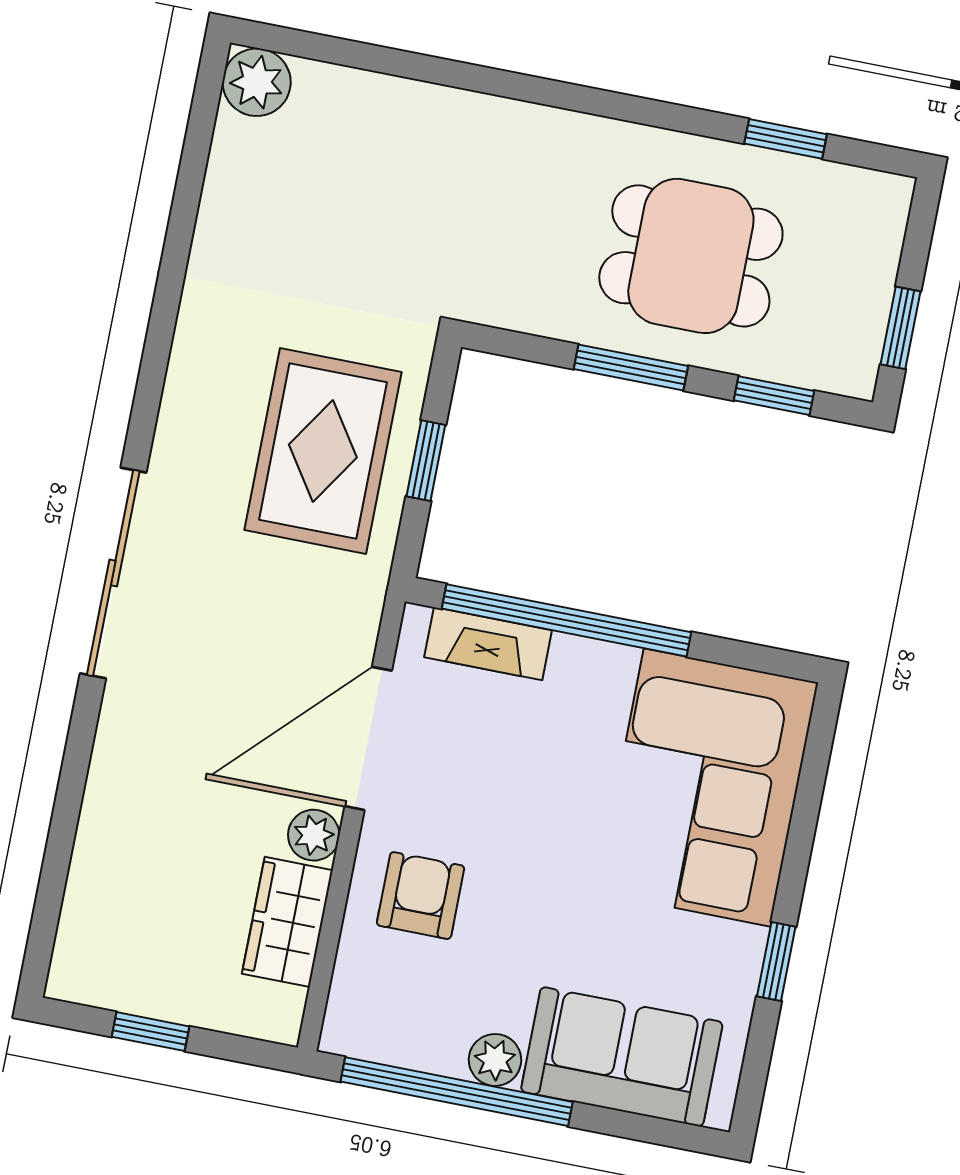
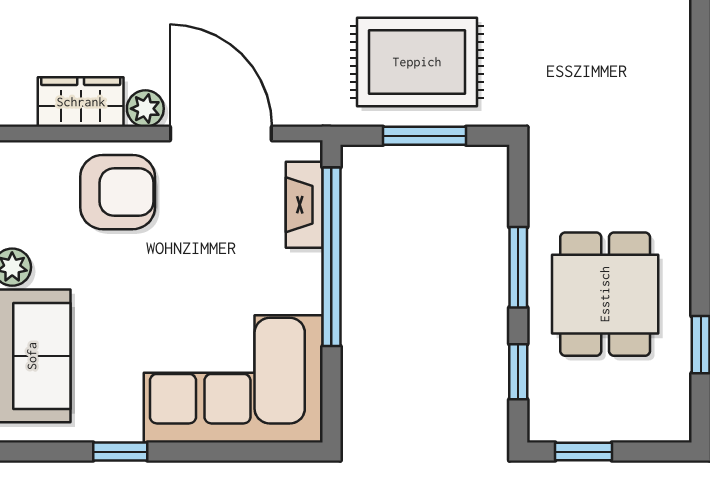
window: (426, 461) -> (424, 136), width x1.50
armchair: (421, 896) -> (118, 192), width x1.38, depth x1.38

